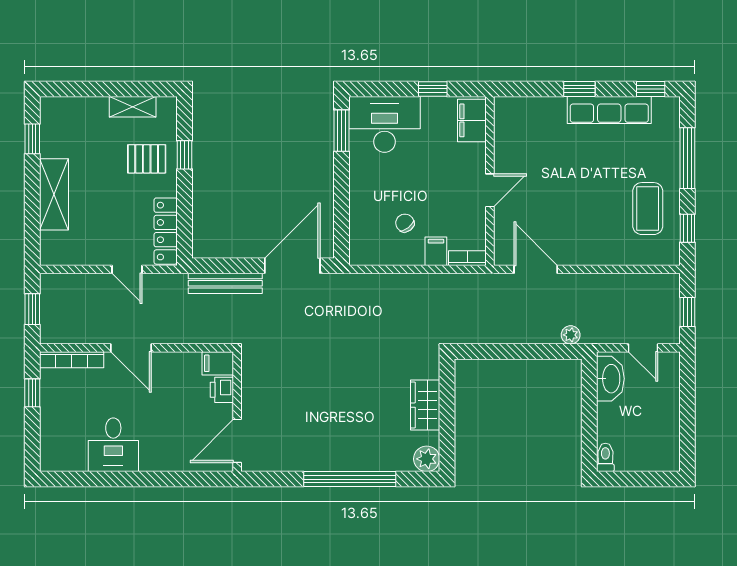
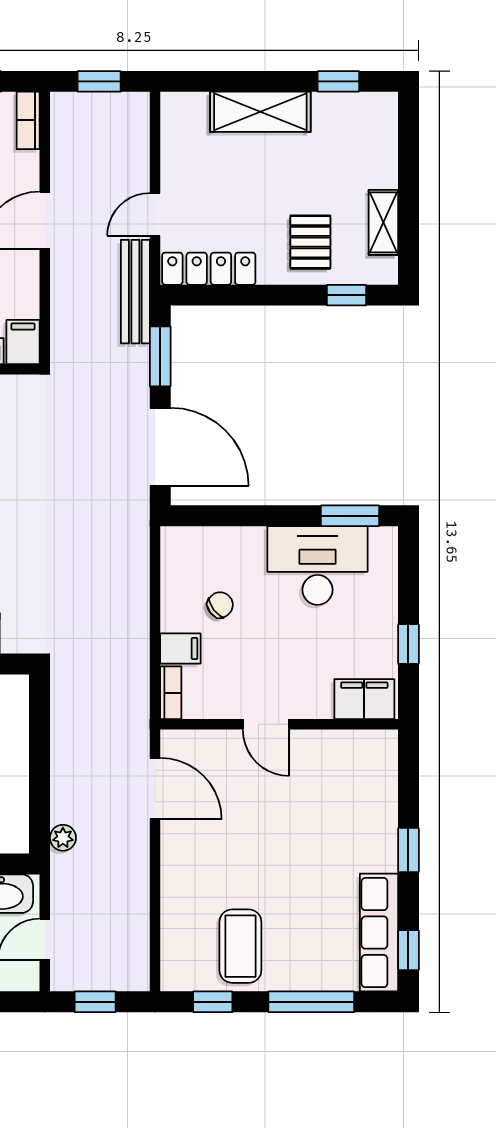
row of seats: (609, 110) -> (379, 933), moved
desk: (384, 124) -> (318, 565), moved, turned -90
window: (184, 155) -> (346, 295), moved
coffee table: (648, 209) -> (240, 946), turned 90
window: (228, 266) -> (160, 356), added
door: (536, 269) -> (155, 789), hinge flipped
bench: (225, 283) -> (135, 292), moved
bookcase: (72, 360) -> (28, 120), width x0.64

